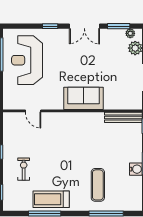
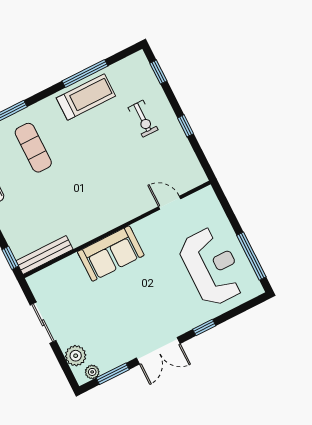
double door: (84, 26) -> (158, 351), swing flipped

